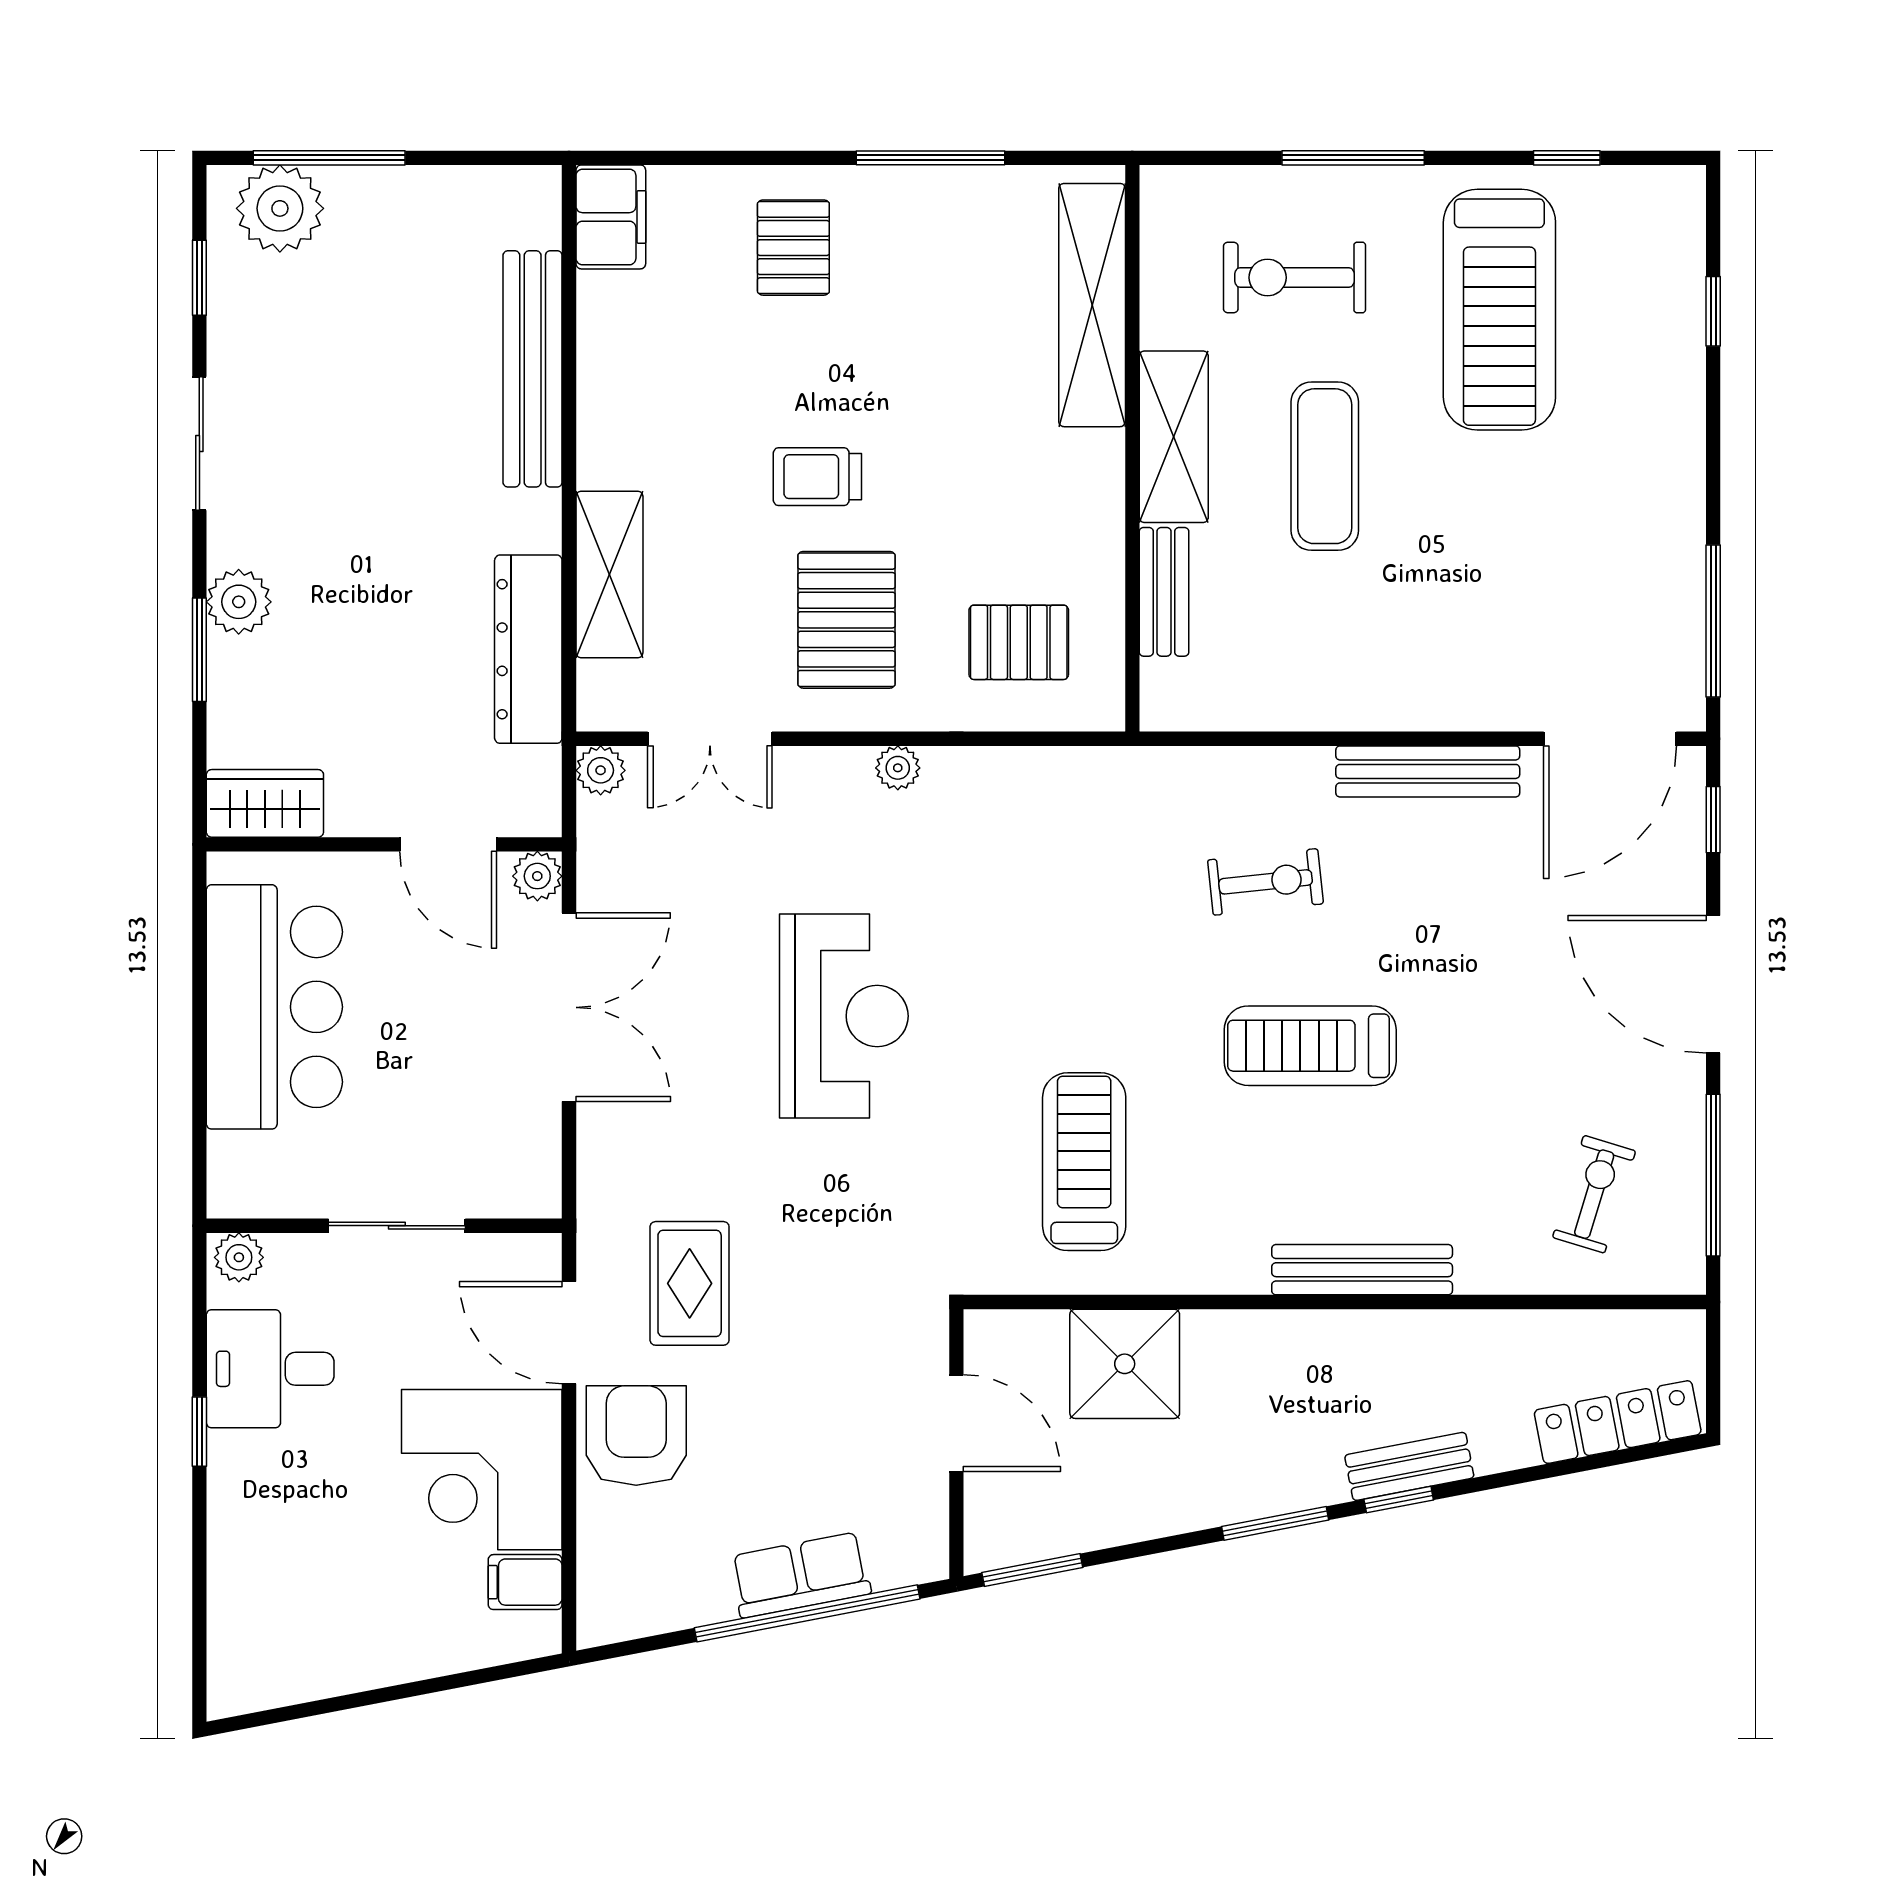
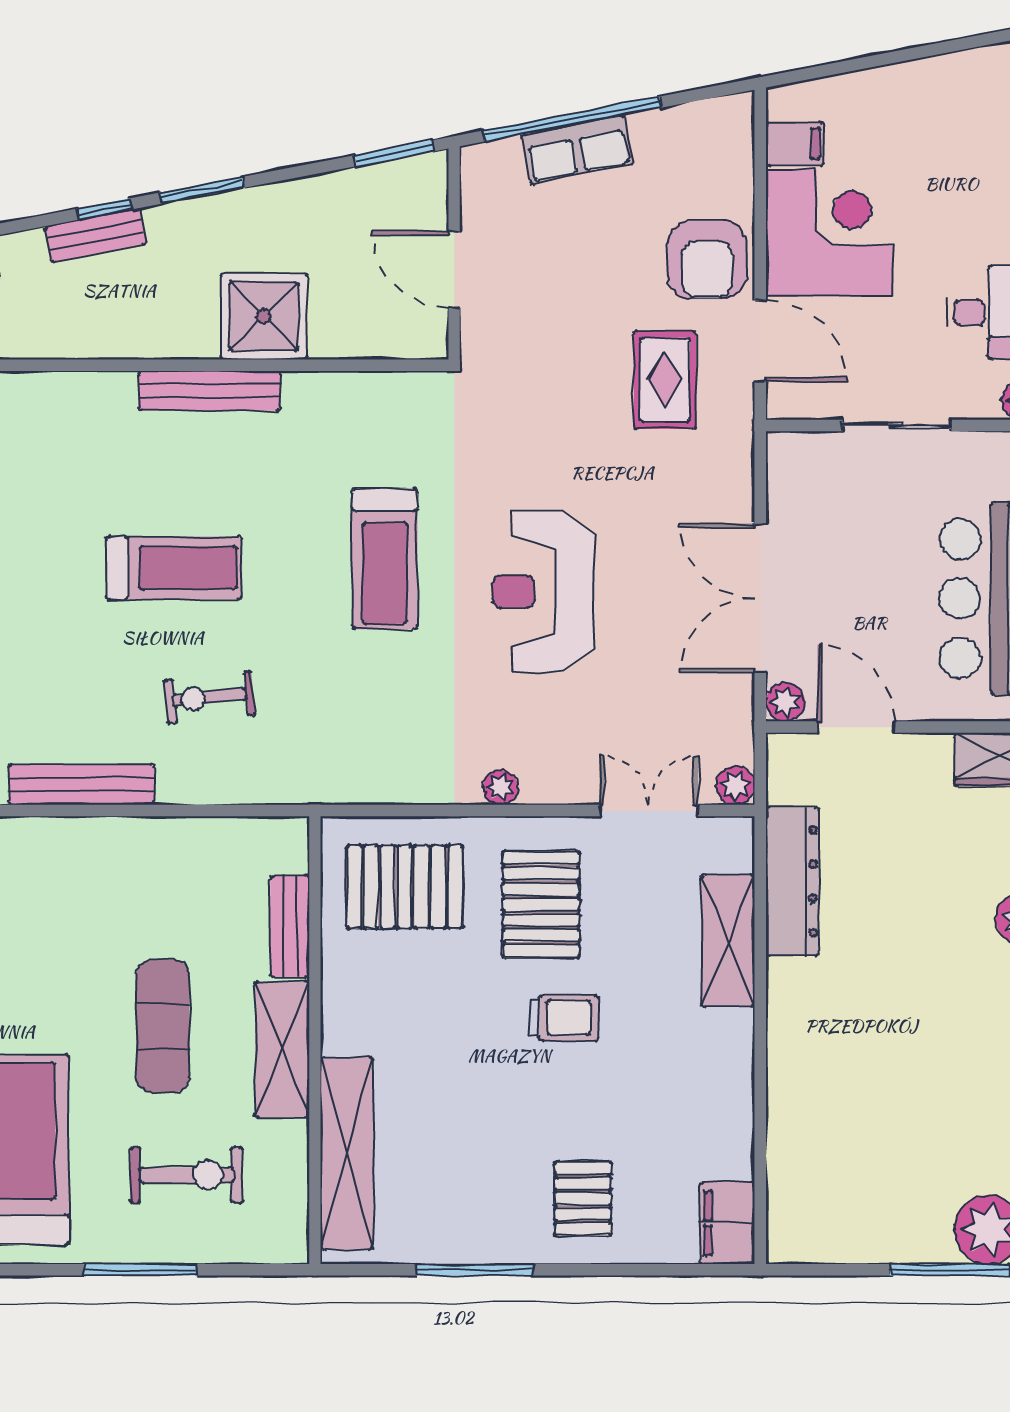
bench: (533, 369) -> (789, 1103), removed
pallet: (1019, 642) -> (405, 887), width x1.50, depth x1.42
treadmill: (1084, 1162) -> (385, 559), moved
bench: (1362, 1270) -> (210, 391), moved
shower: (1125, 1364) -> (264, 316), moved

